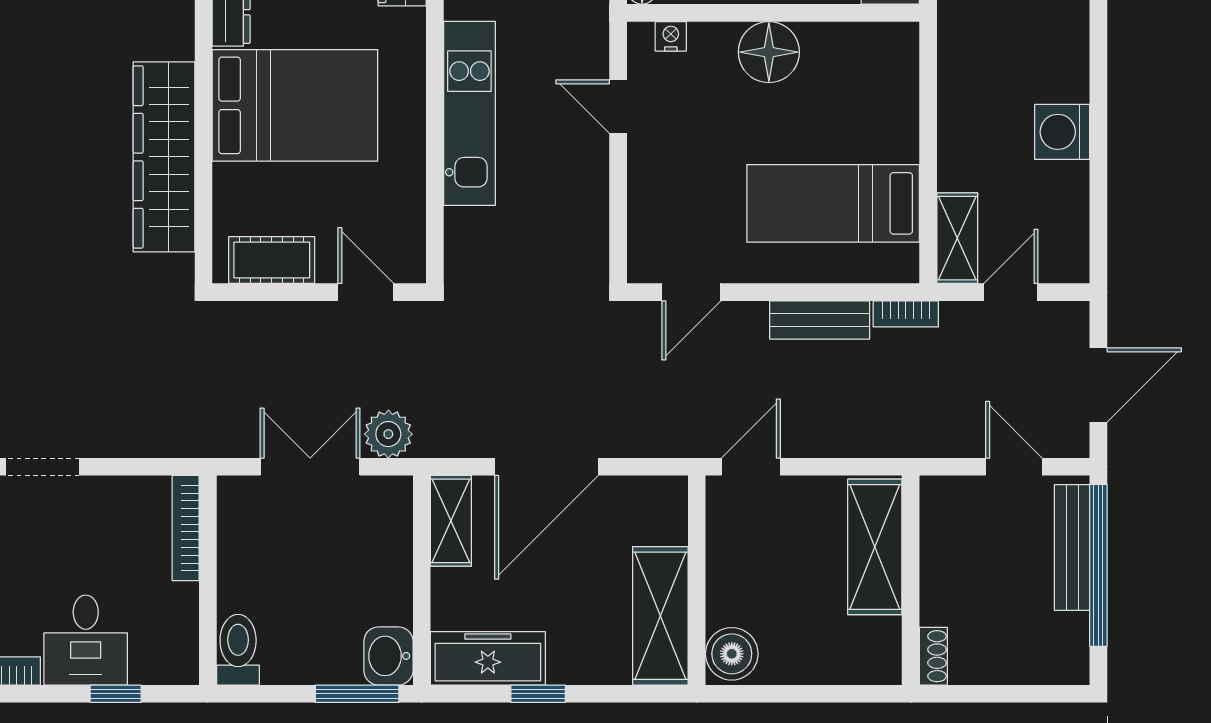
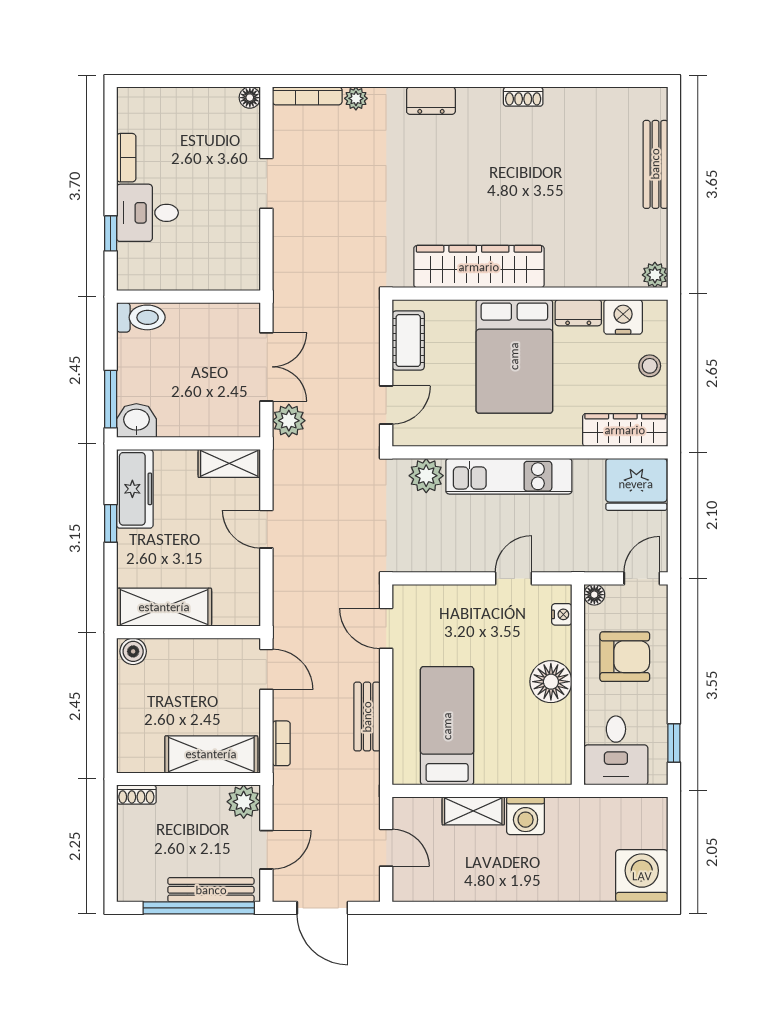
washing machine: (1062, 132) -> (526, 816), moved, turned 180
plant: (469, 234) -> (426, 476), added
shelving: (957, 238) -> (473, 811), moved
bookcase: (906, 314) -> (281, 743), moved, turned 180
door: (546, 467) -> (266, 529), width x0.53
plant: (944, 500) -> (244, 802), added
bookcase: (186, 528) -> (224, 281), removed
boiler: (732, 654) -> (133, 651), width x0.73, depth x0.73

